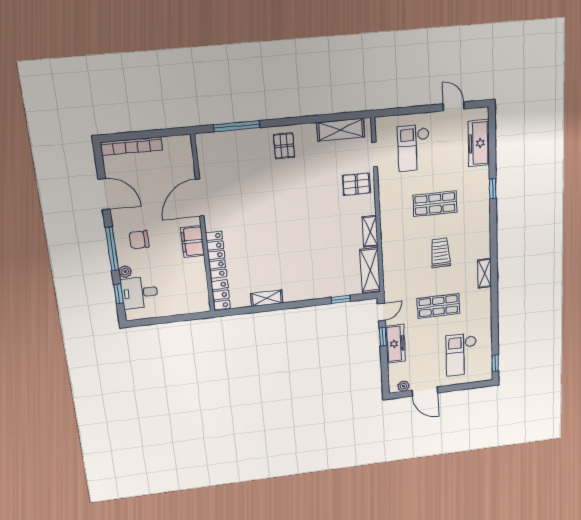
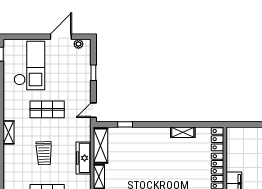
window: (383, 337) -> (93, 73), moved
freezer: (395, 344) -> (83, 158), moved
checkout: (461, 354) -> (29, 65), width x1.36, depth x1.21
door: (425, 392) -> (61, 37), hinge flipped

